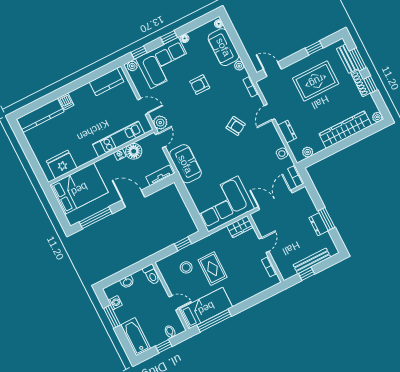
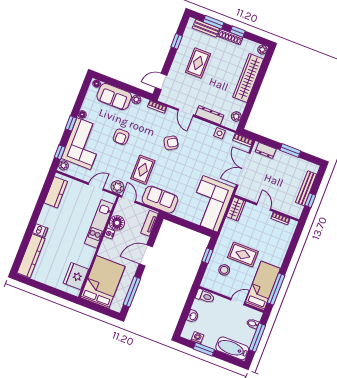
rug: (316, 81) -> (198, 63), width x0.73, depth x0.70
rug: (193, 127) -> (143, 170), added
dresser: (287, 132) -> (210, 115), width x1.44
dresser: (318, 224) -> (266, 150), moved
window: (164, 346) -> (257, 338), width x2.17

